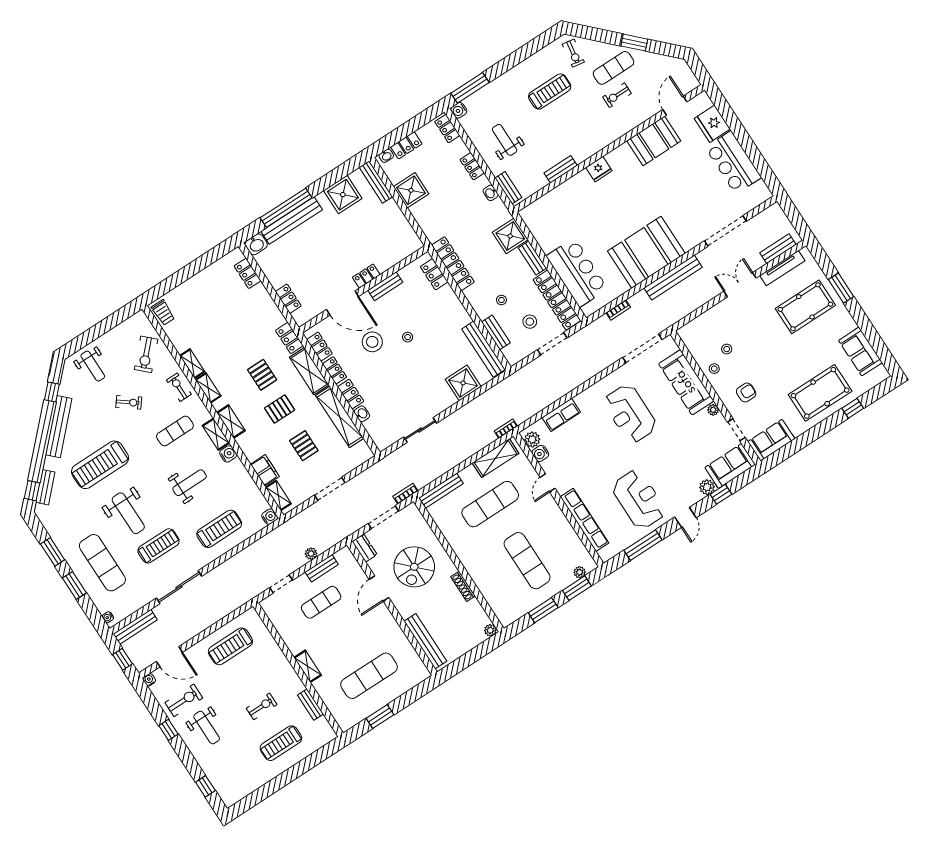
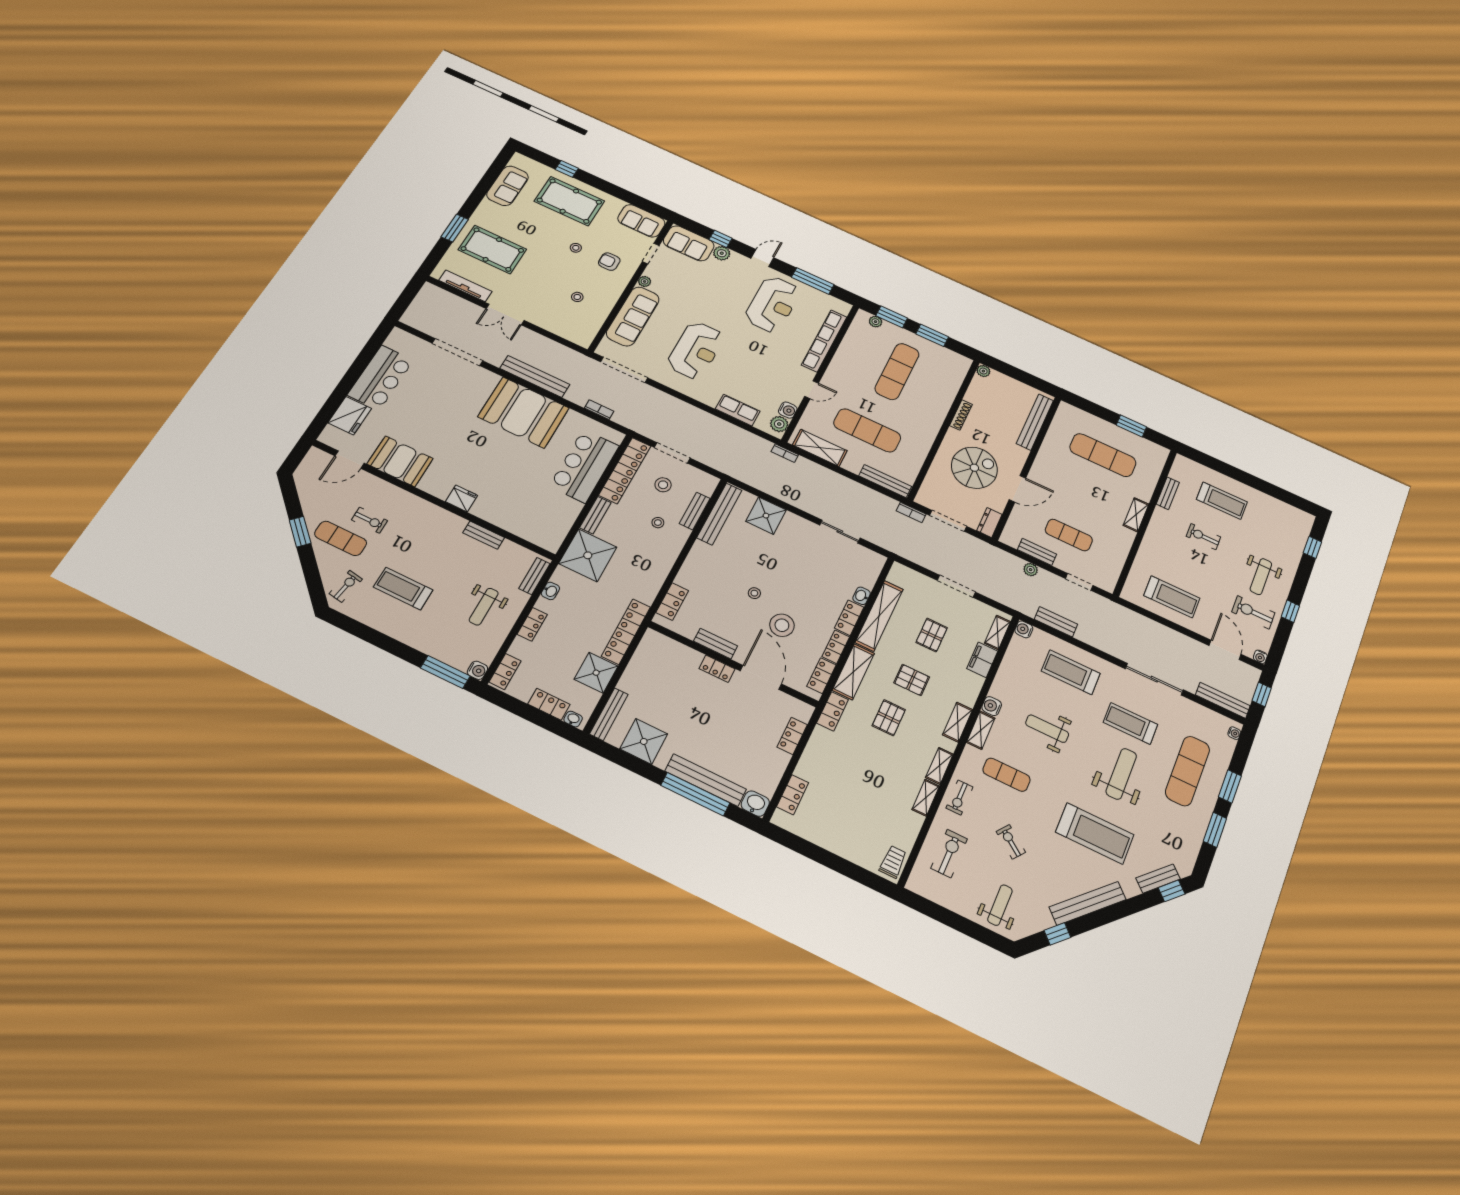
shower: (510, 236) -> (588, 555), width x1.37, depth x1.37
bench: (778, 249) -> (1056, 622), moved
locker: (453, 264) -> (626, 632), moved
exercise bike: (146, 354) -> (949, 854), turned -44
stool: (714, 369) -> (576, 248), moved
reception desk: (639, 499) -> (773, 304), turned 180
weight bench: (207, 728) -> (1261, 577), turned 180

